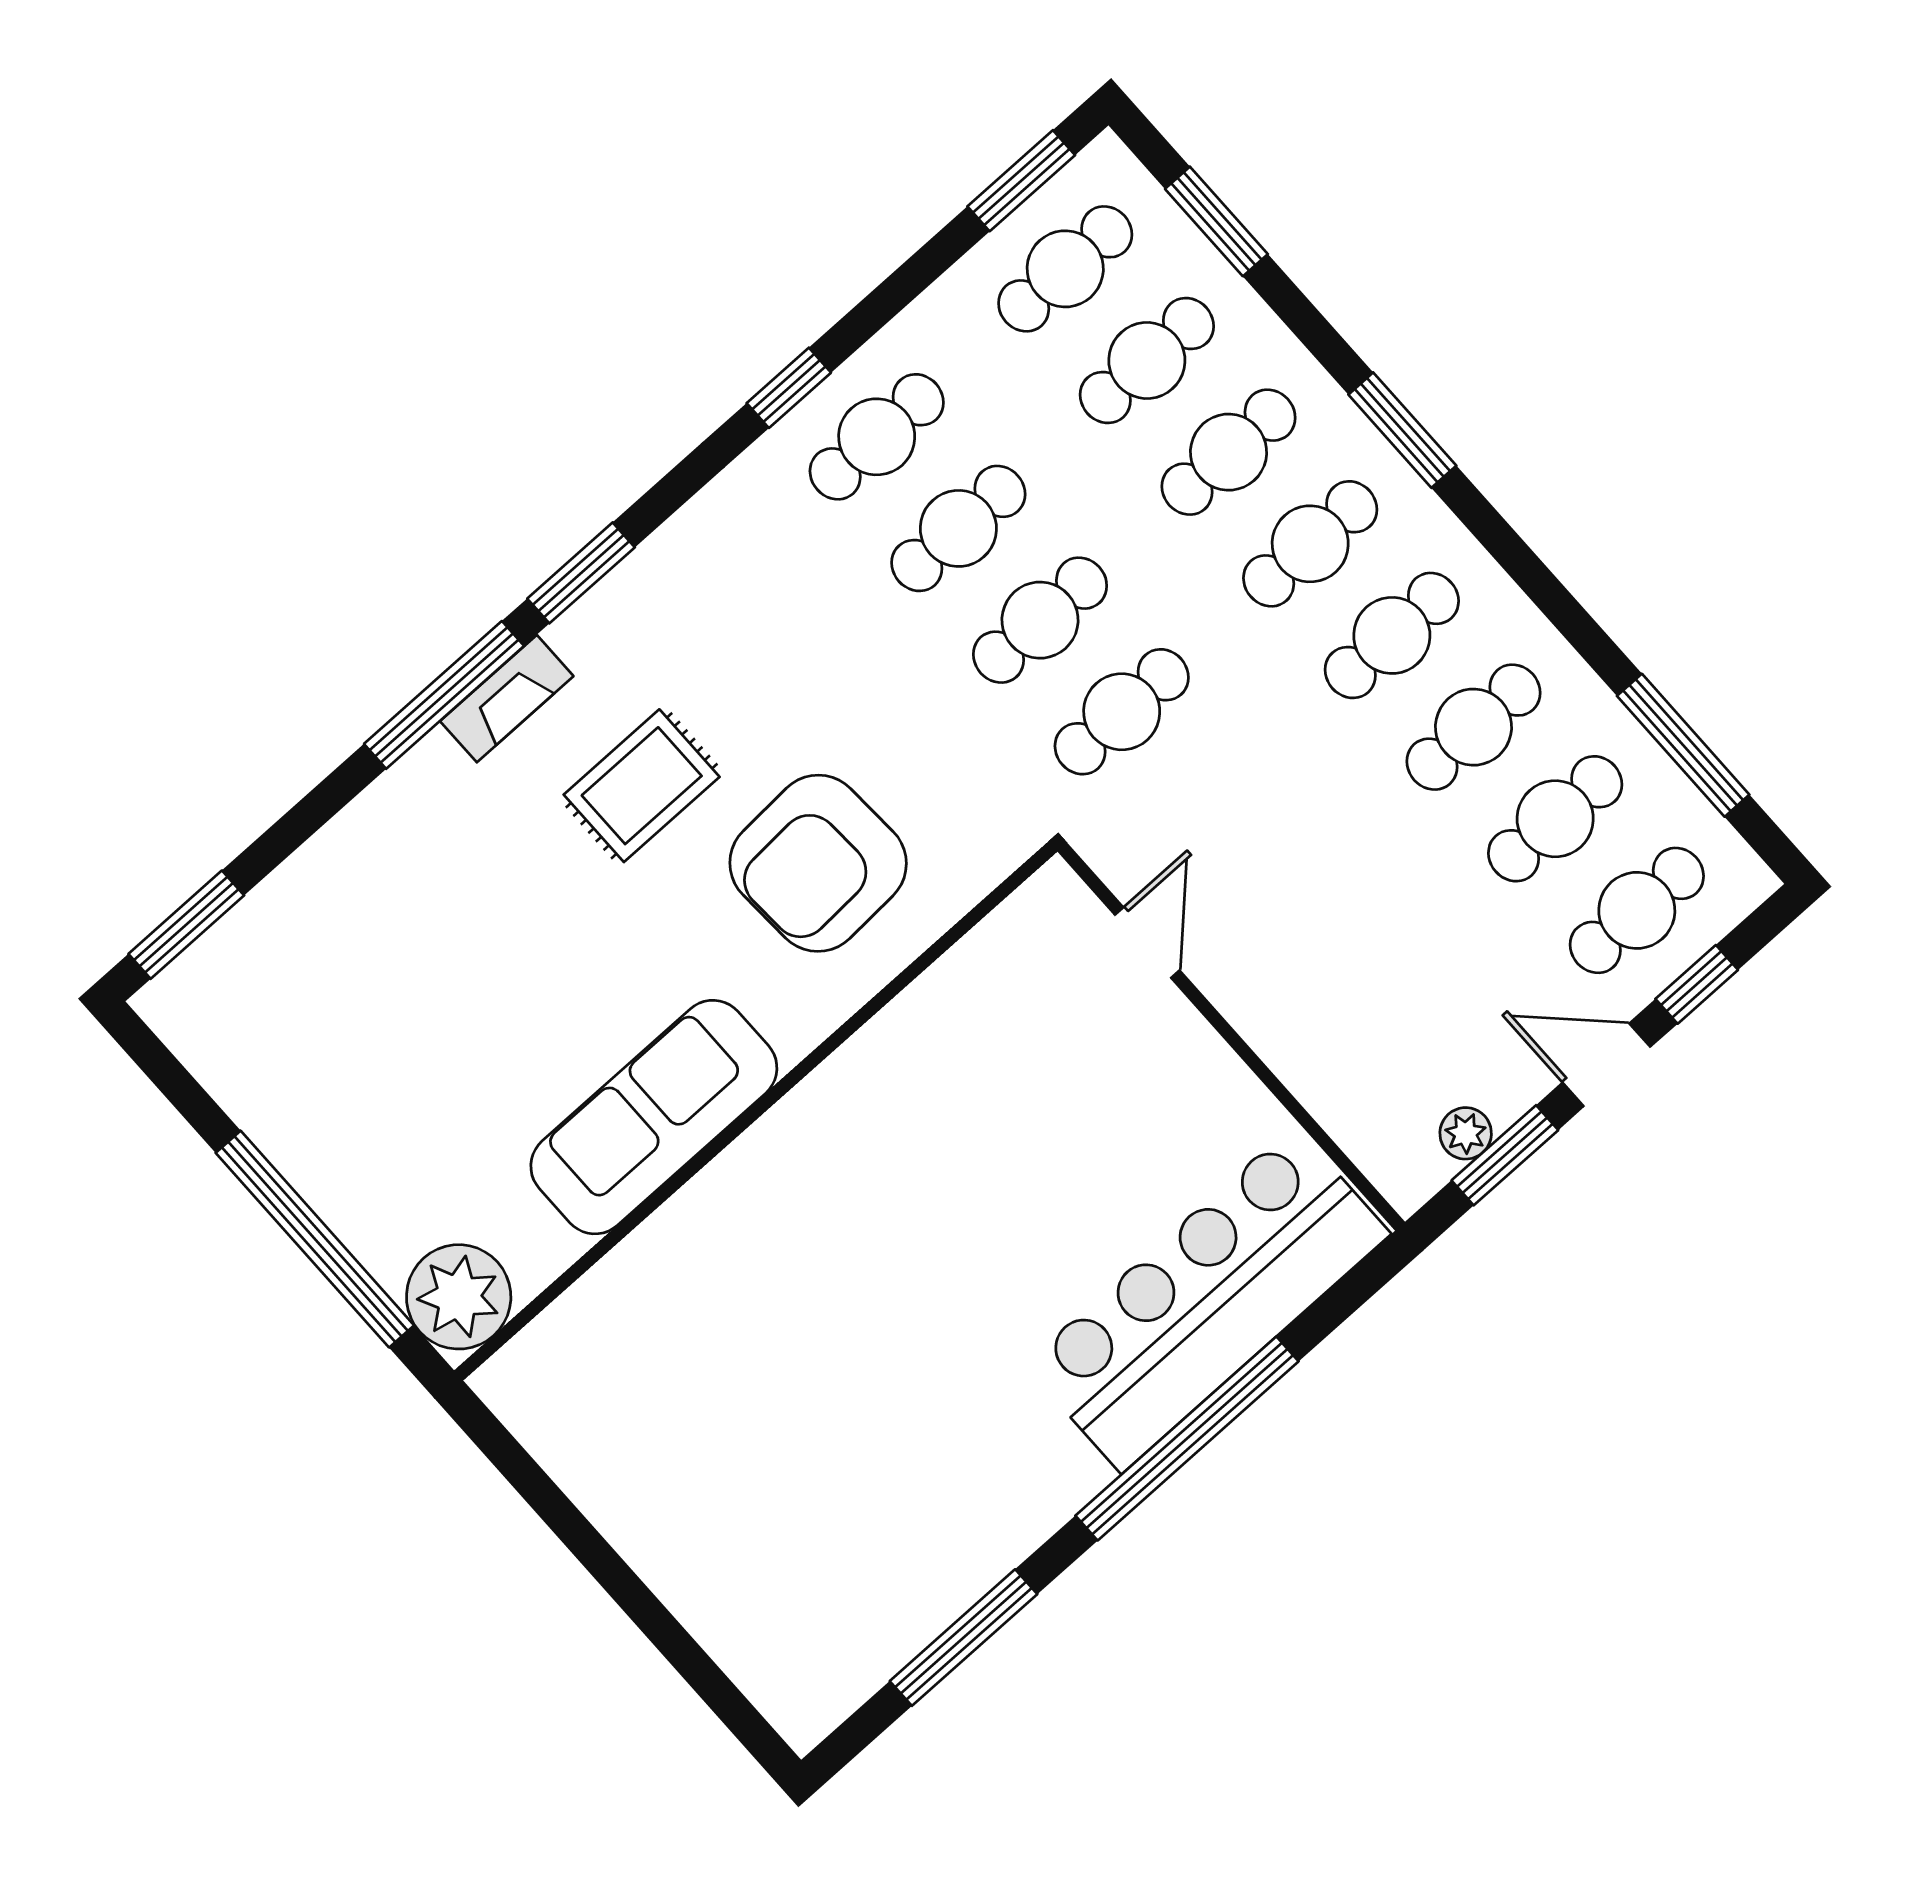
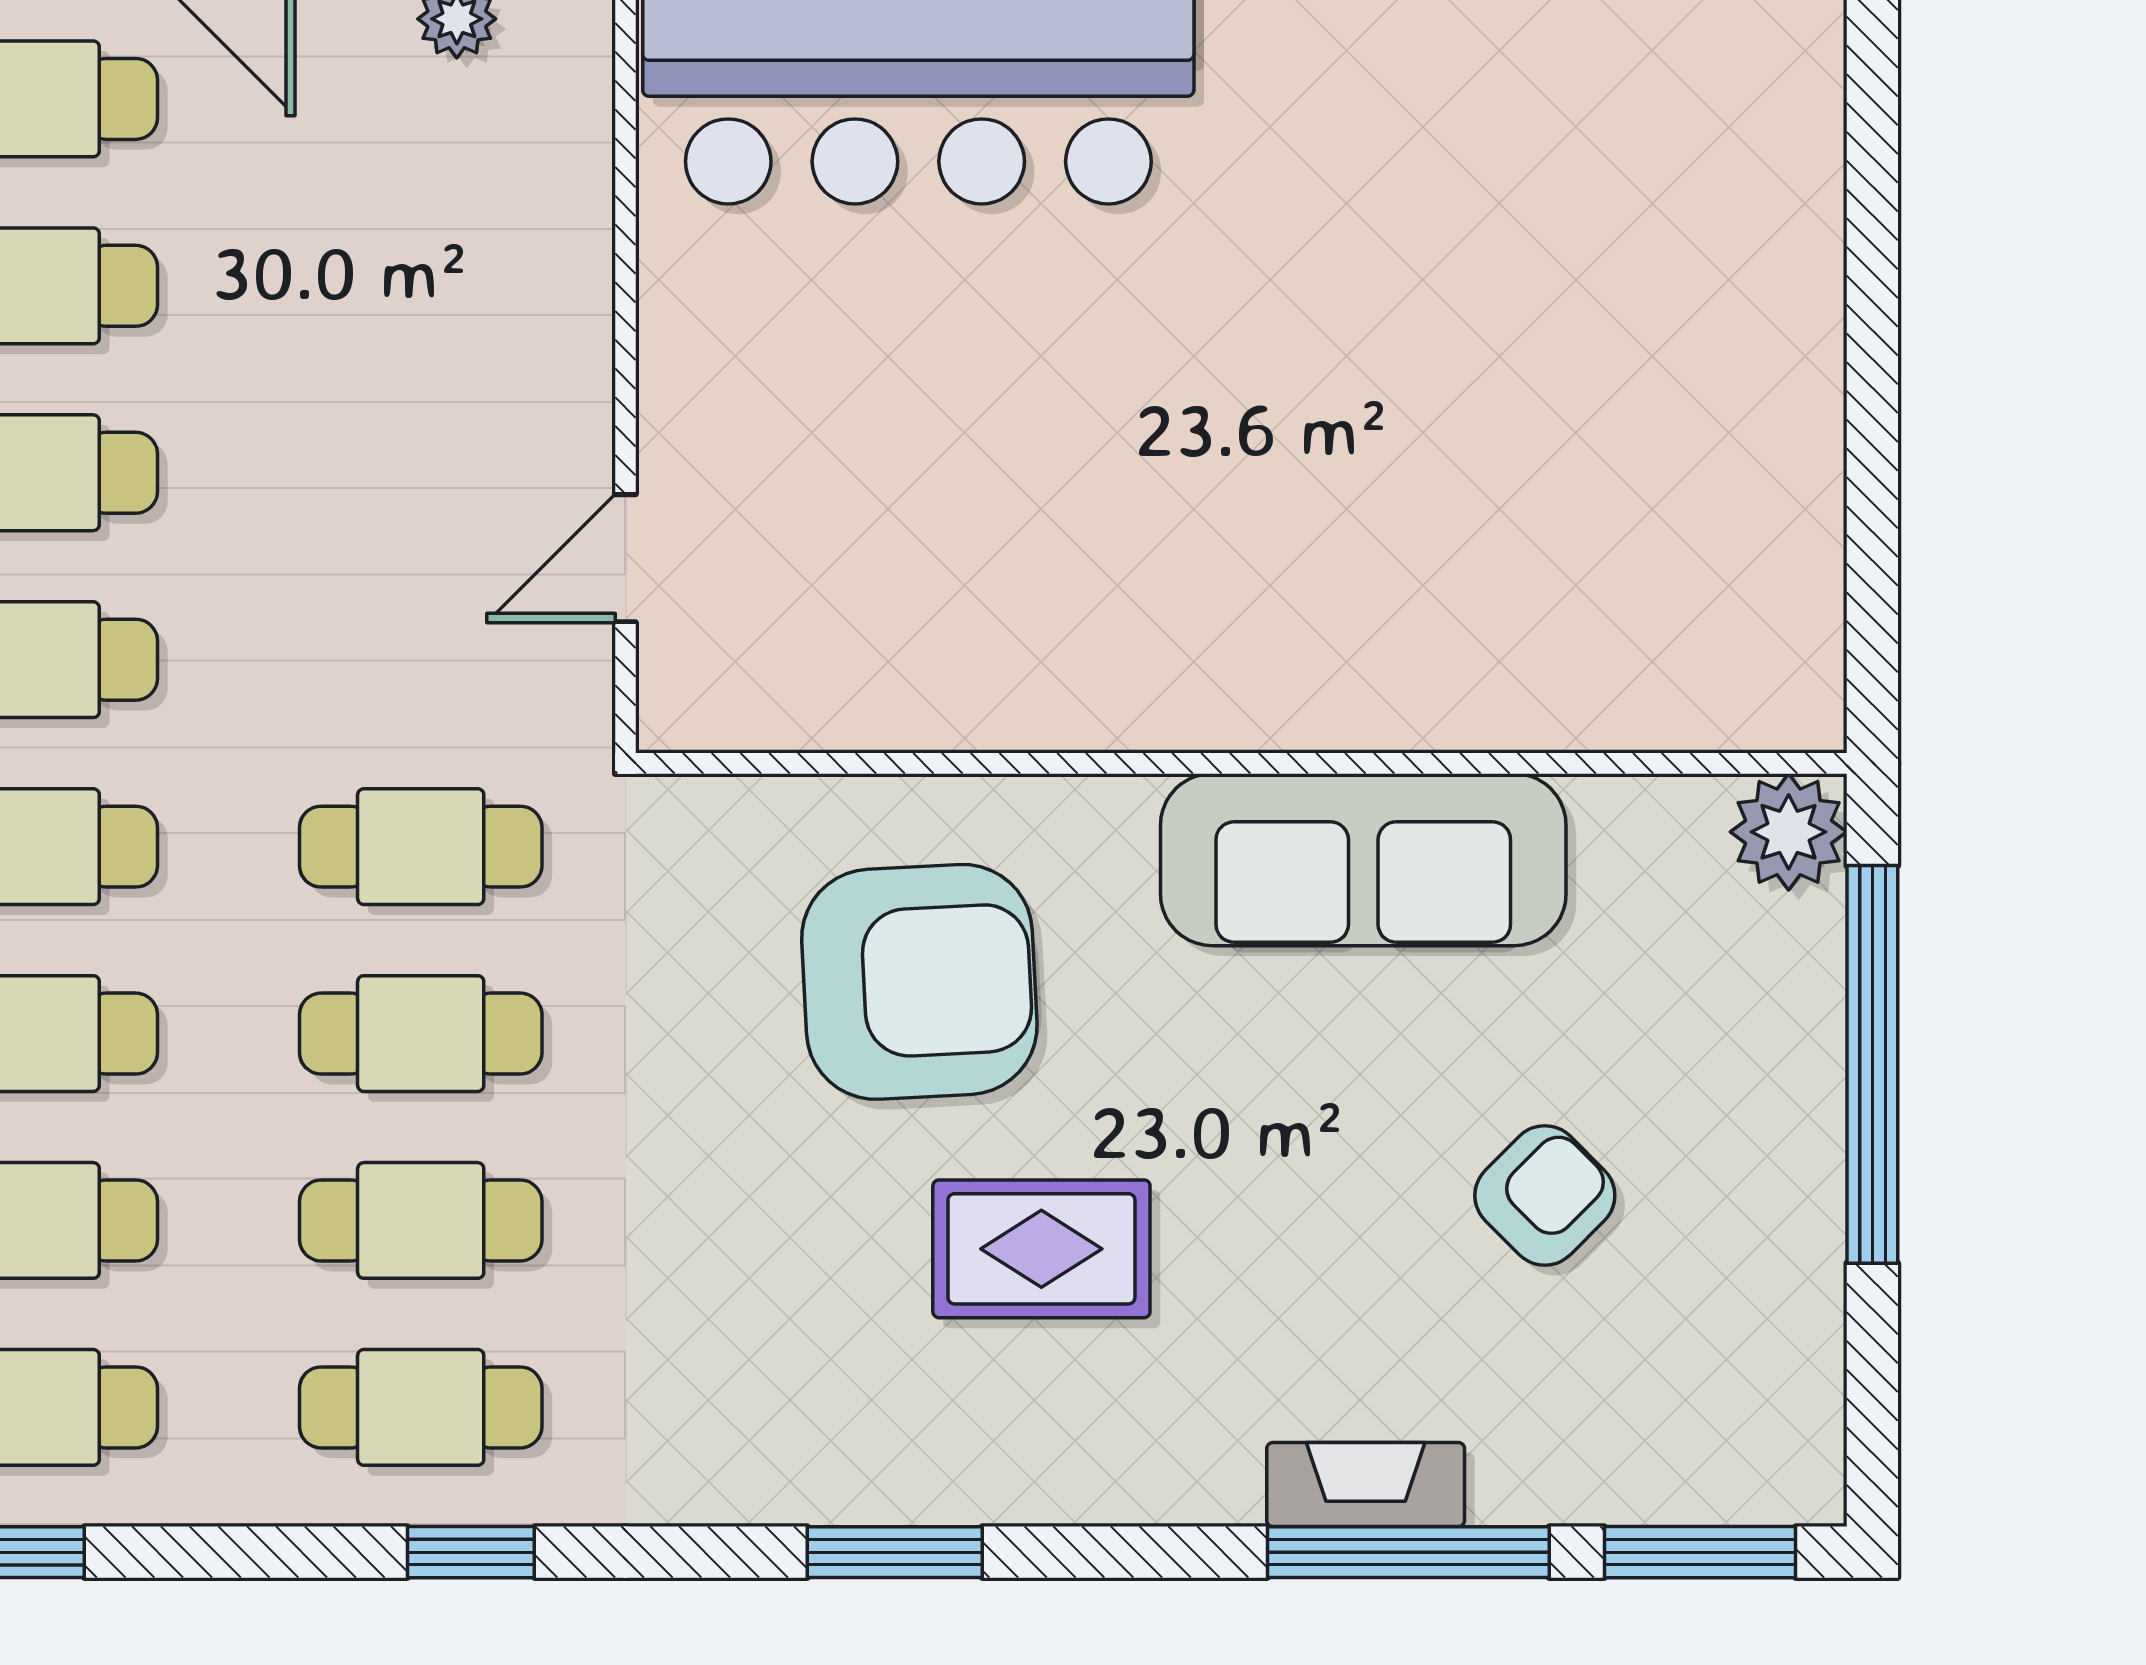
window: (444, 695) -> (1408, 1552), moved
fireplace: (507, 699) -> (1366, 1485), moved
armchair: (418, 1032) -> (1545, 1195), added
plant: (459, 1297) -> (1789, 832), width x0.73, depth x0.73

